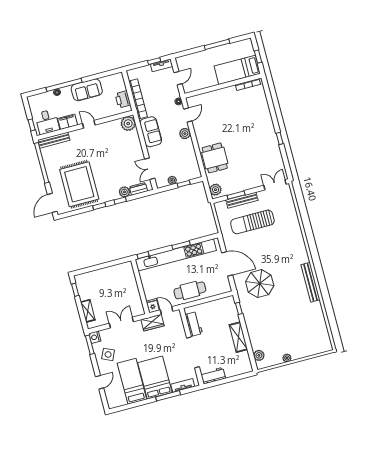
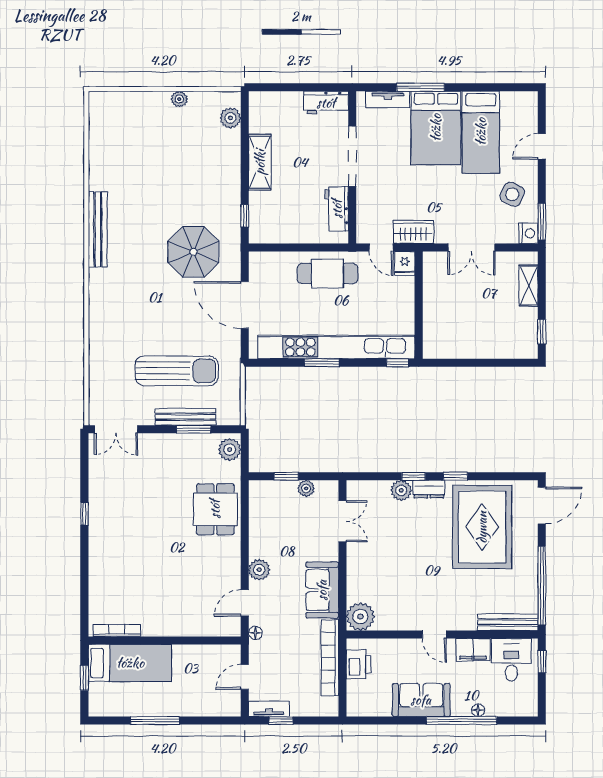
dresser: (138, 189) -> (429, 489), moved

